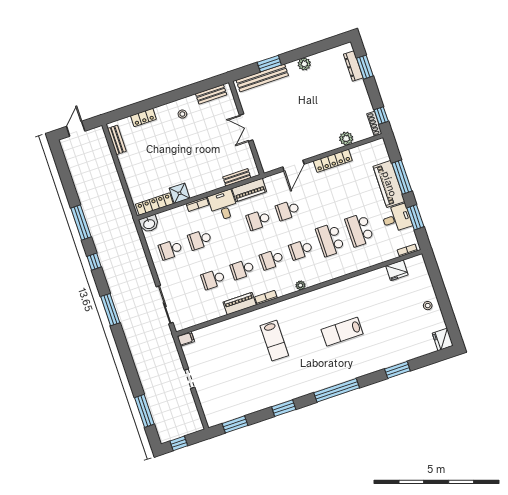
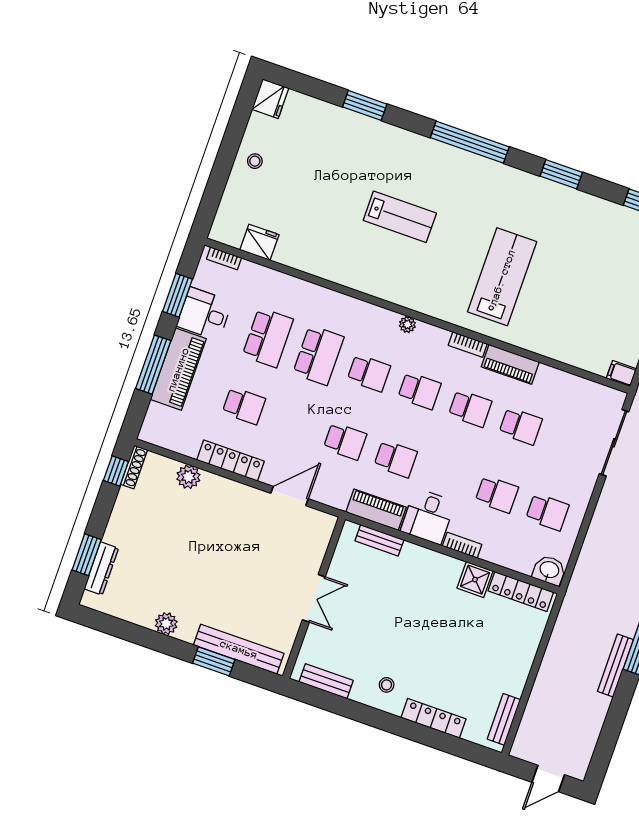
locker: (143, 117) -> (434, 718), width x1.53
school desk: (346, 190) -> (244, 406), added
bench: (85, 204) -> (615, 665), added
lab bench: (274, 341) -> (502, 277), width x1.36, depth x1.39

